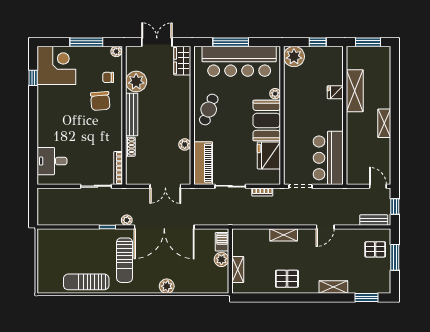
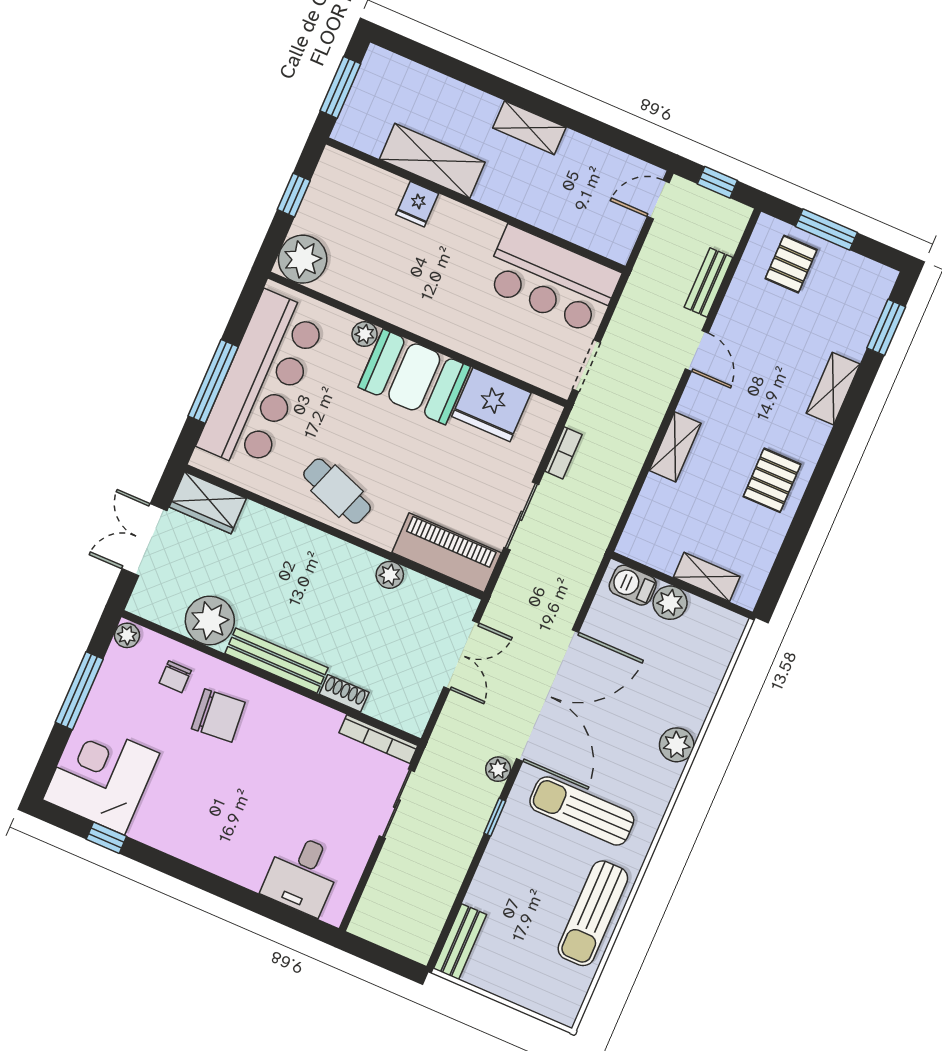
bench: (374, 220) -> (709, 282), moved
bench: (52, 235) -> (460, 942), added
sun lounger: (125, 260) -> (582, 811), turned 180

